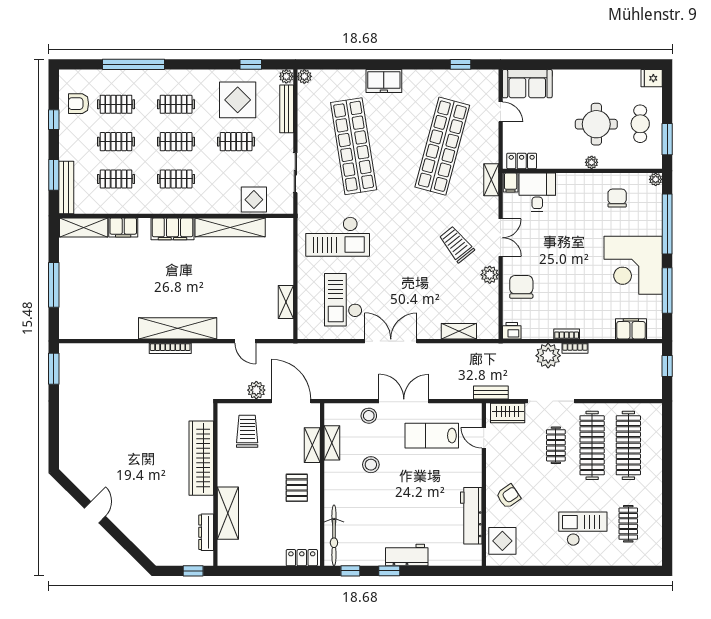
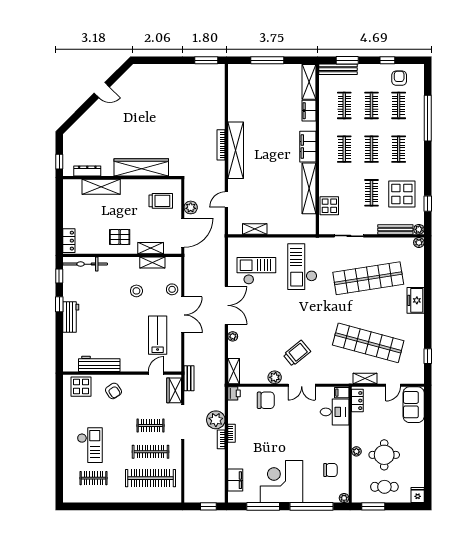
shelving: (491, 180) -> (365, 378), moved
shelving: (459, 331) -> (234, 371), moved
plant: (433, 332) -> (233, 336), added
clothes rail: (592, 445) -> (151, 452), width x0.73, depth x0.76

